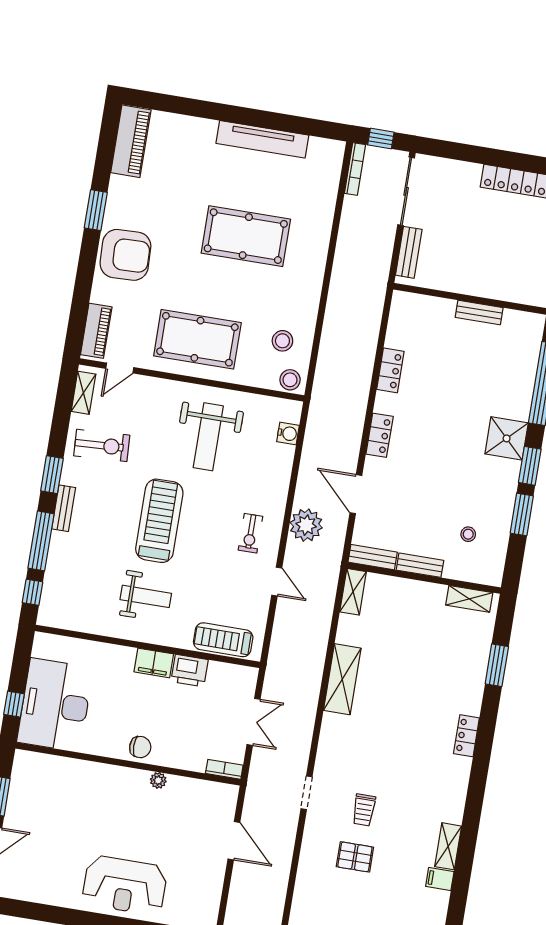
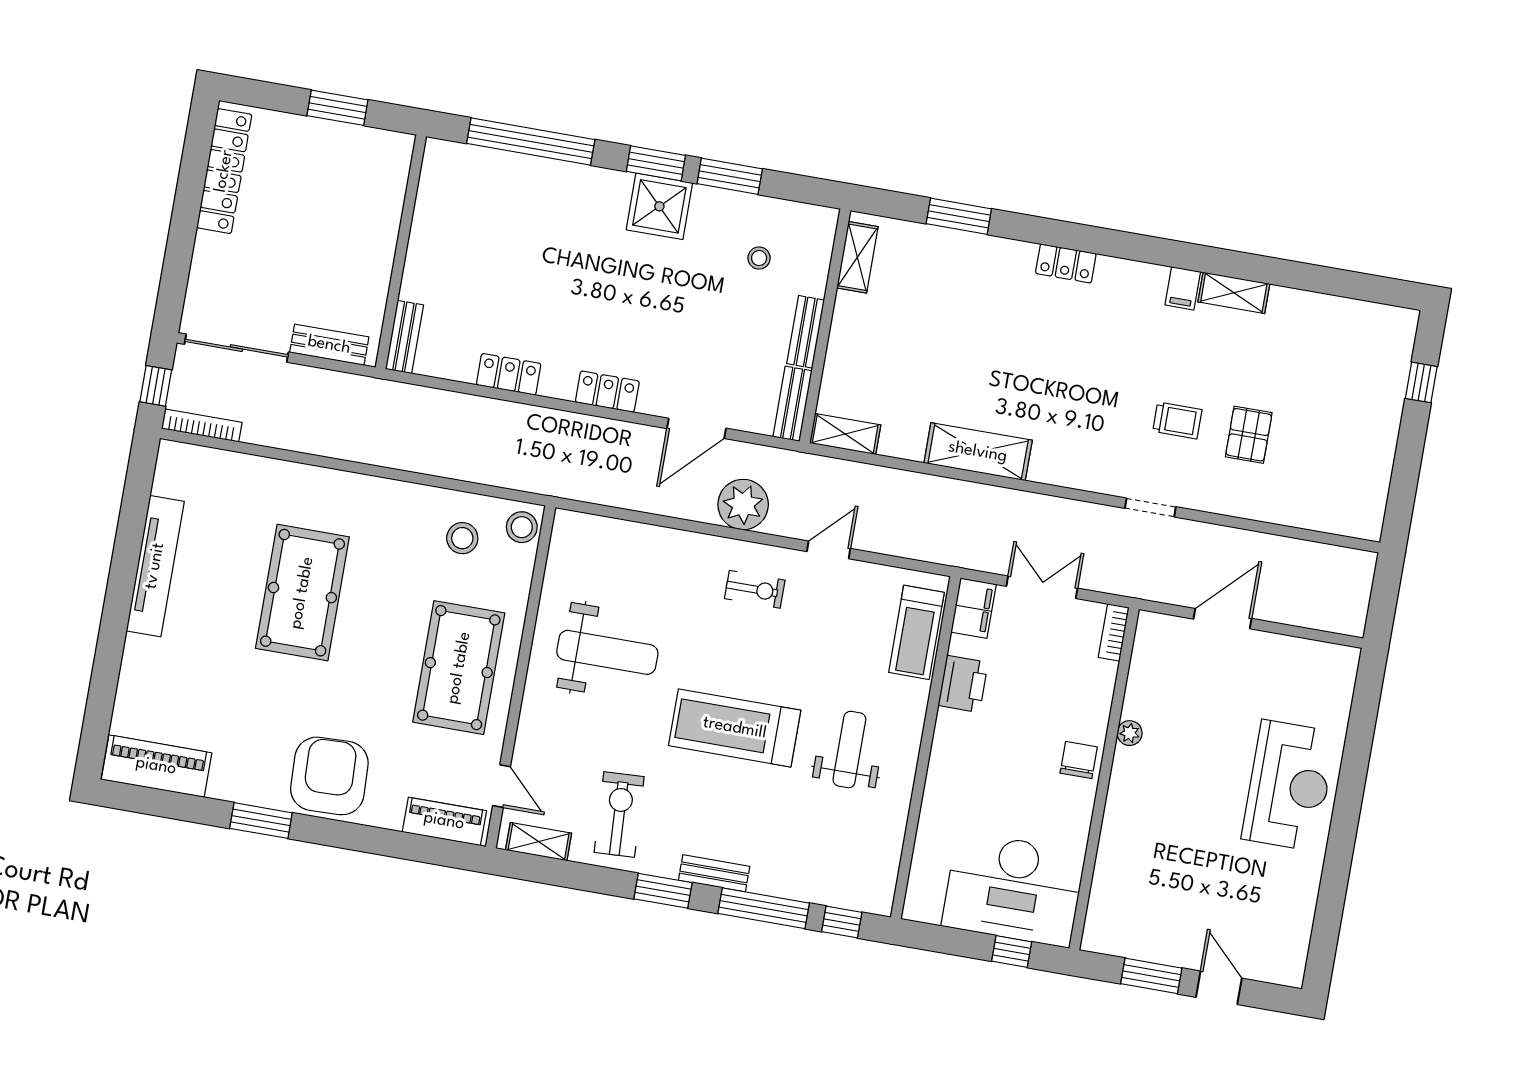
bench: (479, 312) -> (404, 337), moved
water cooler: (288, 433) -> (603, 531), removed
shower: (507, 438) -> (659, 206), moved
filing cabinet: (154, 663) -> (973, 608), moved
filing cabinet: (440, 879) -> (1183, 288), moved

